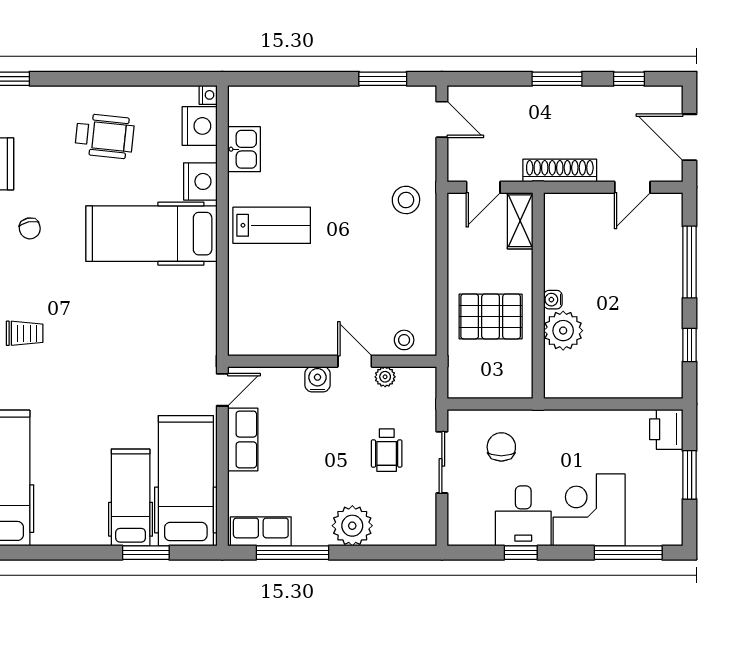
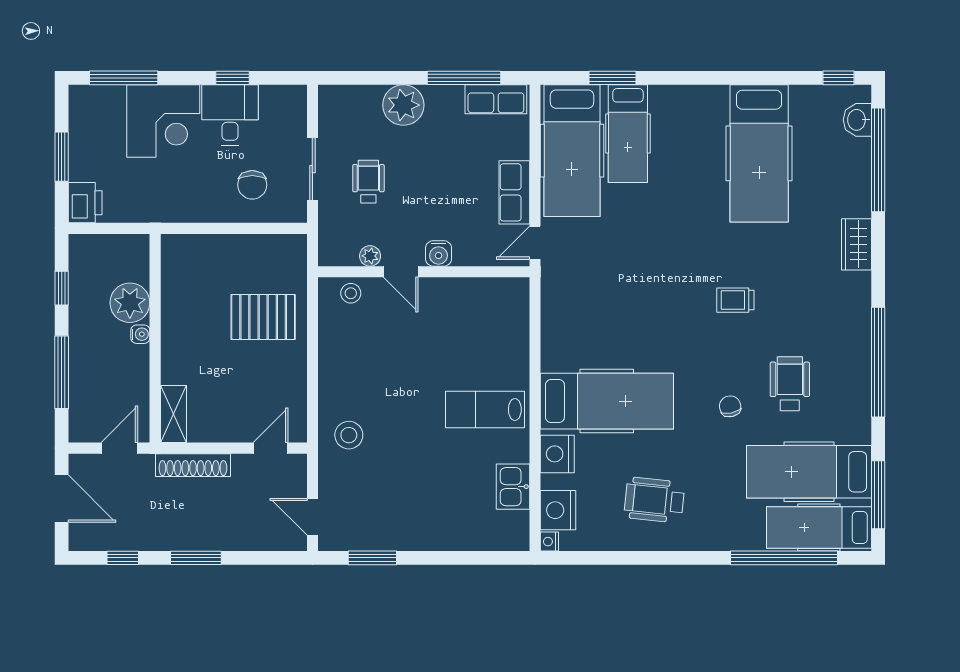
shelving: (520, 221) -> (173, 414), moved
wall: (538, 296) -> (155, 338), moved
water cooler: (553, 300) -> (140, 334), moved
plant: (563, 331) -> (130, 303), moved

